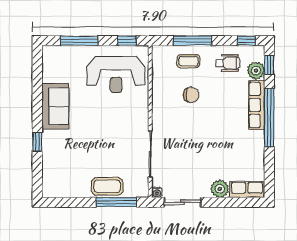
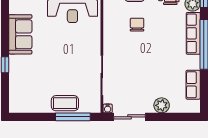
chair: (191, 95) -> (137, 25), turned -90
row of seats: (247, 190) -> (193, 85), moved, turned -90

